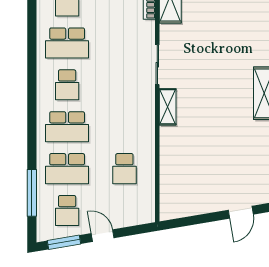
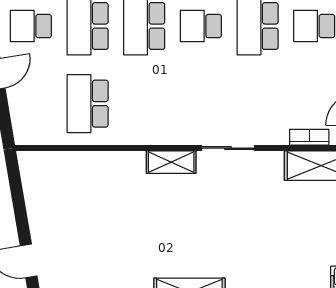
school desk: (124, 169) -> (88, 104), width x1.85

